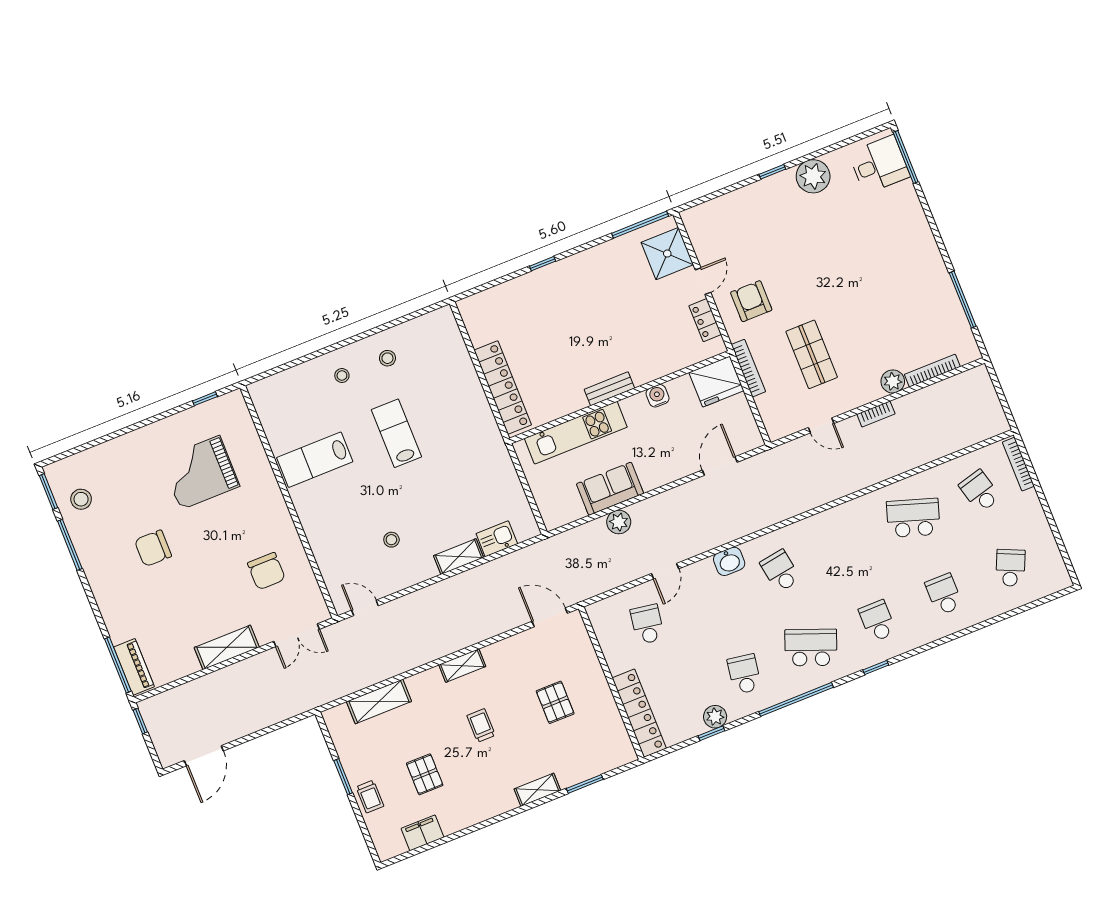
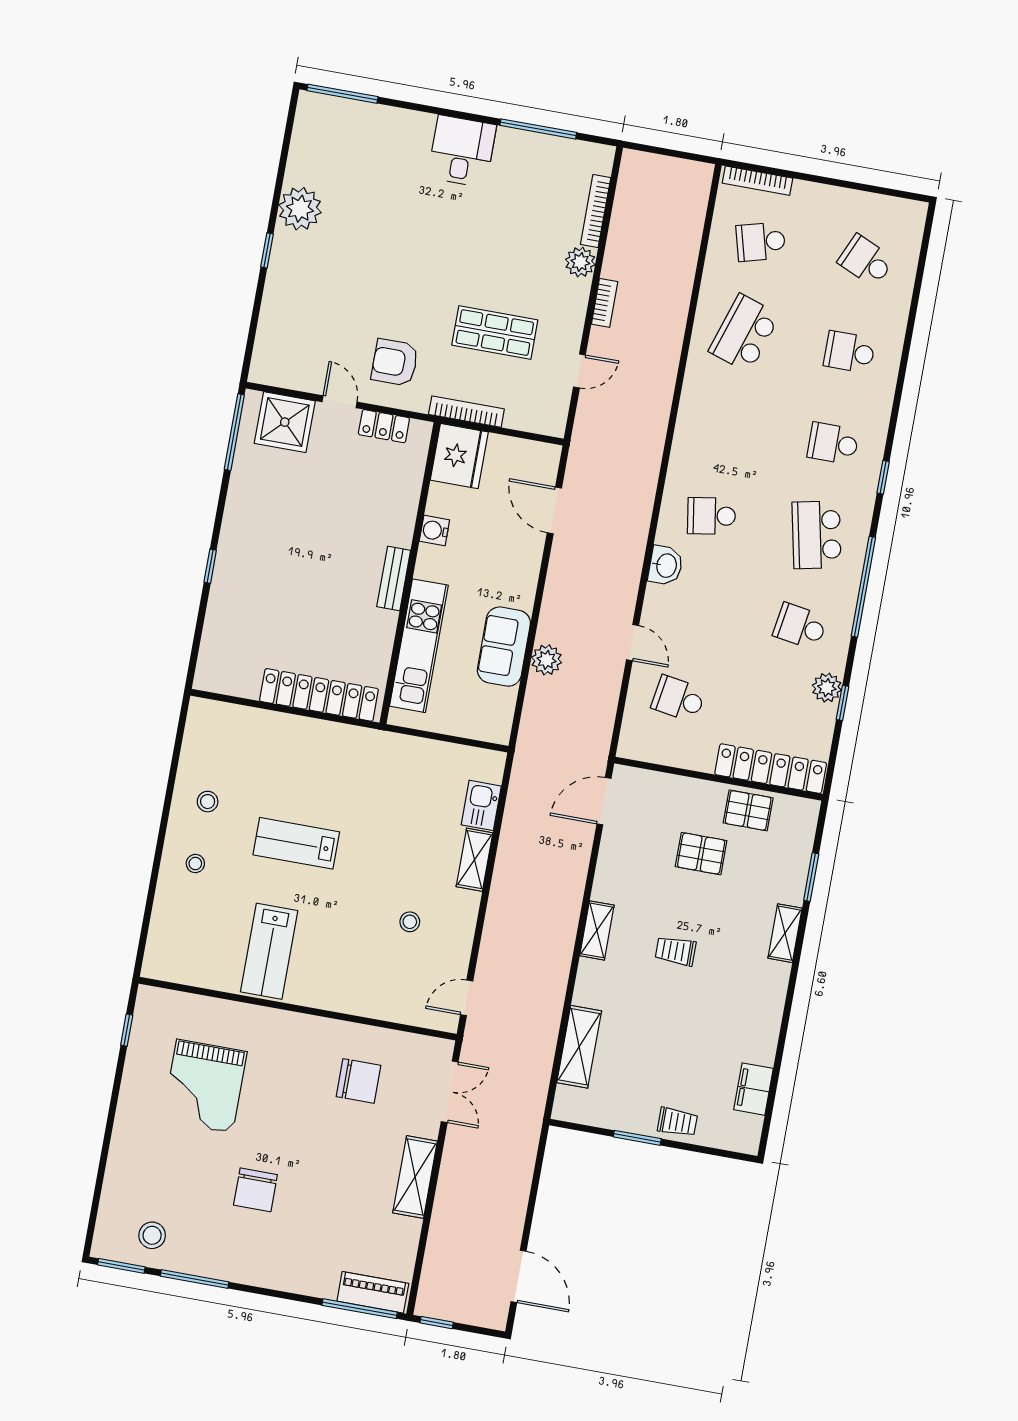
desk: (879, 165) -> (462, 151), moved
school desk: (811, 648) -> (817, 535), turned -33
pallet: (425, 774) -> (748, 810), moved

